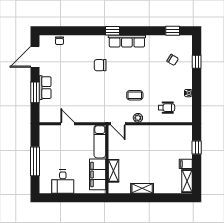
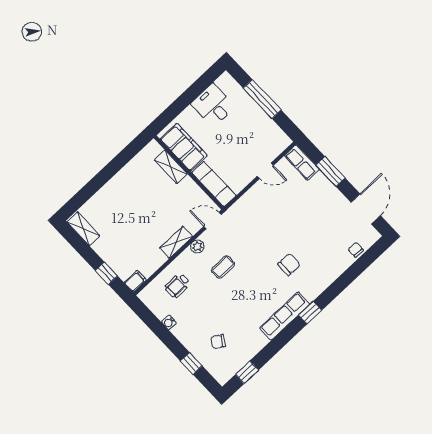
row of seats: (45, 88) -> (302, 163), moved
filing cabinet: (186, 164) -> (135, 281), moved
shelving: (142, 188) -> (176, 242), moved

